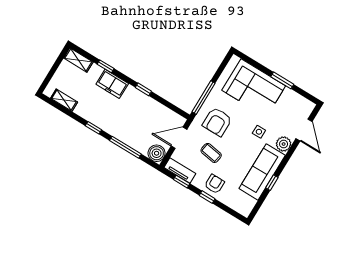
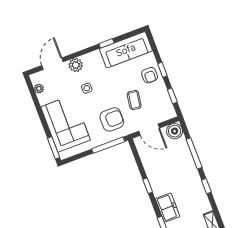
window: (282, 80) -> (54, 148), moved
plant: (299, 100) -> (39, 89), added
tv unit: (180, 171) -> (167, 105), removed
sofa: (262, 172) -> (126, 50), moved
armchair: (214, 184) -> (150, 75), turned -90

